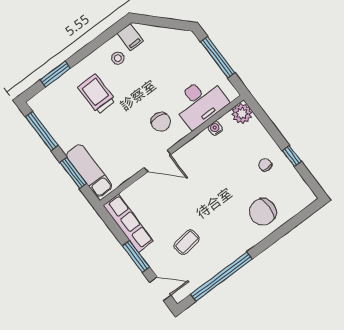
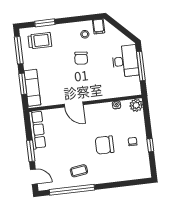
trolley: (97, 94) -> (40, 41), moved, turned 90
desk: (200, 102) -> (125, 61), moved, turned -90
chair: (161, 122) -> (81, 58), moved
chair: (263, 212) -> (105, 145), moved
coffee table: (187, 242) -> (79, 171), moved

